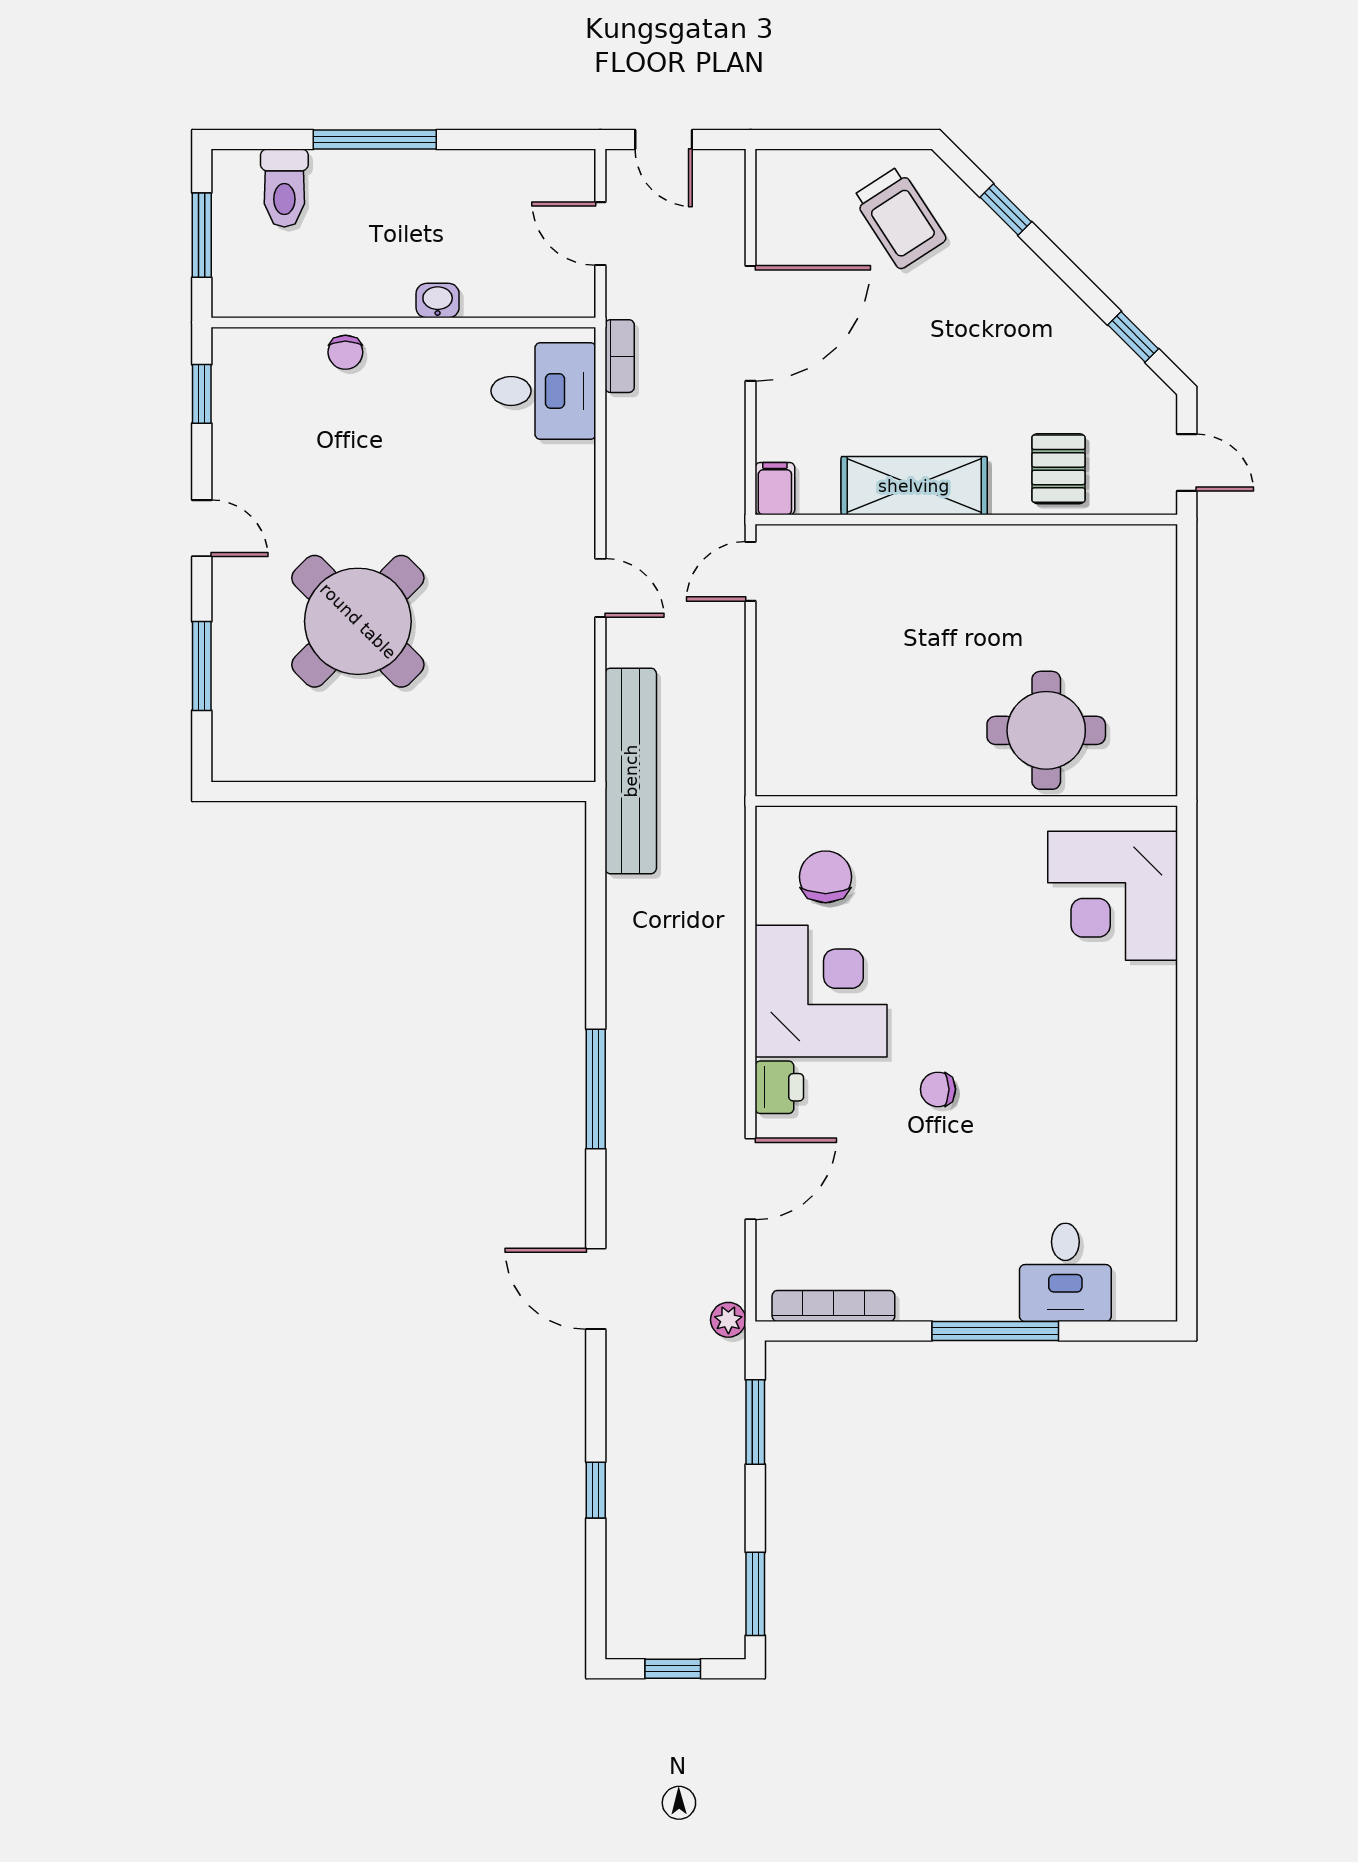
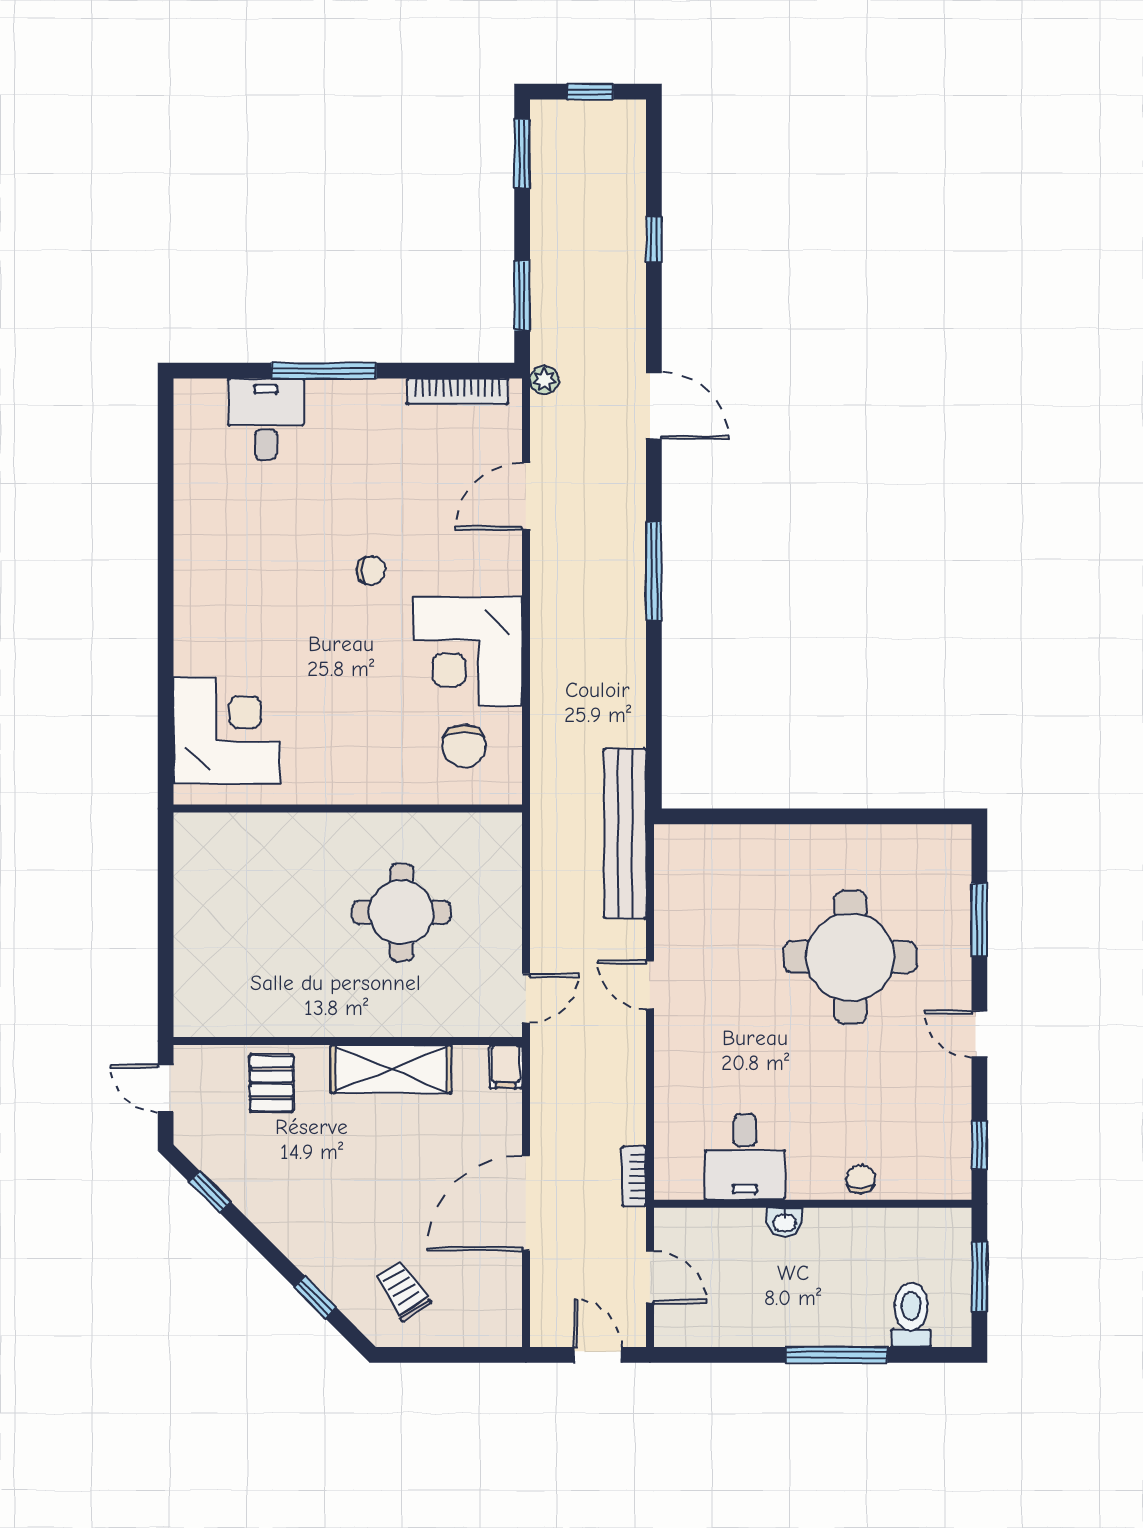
trolley: (900, 218) -> (403, 1290), width x0.73, depth x0.72
desk: (543, 391) -> (745, 1157), moved, turned -90
round table: (358, 621) -> (850, 957), turned 45
round table: (1046, 730) -> (402, 912), moved
printer: (779, 1087) -> (502, 572), removed

